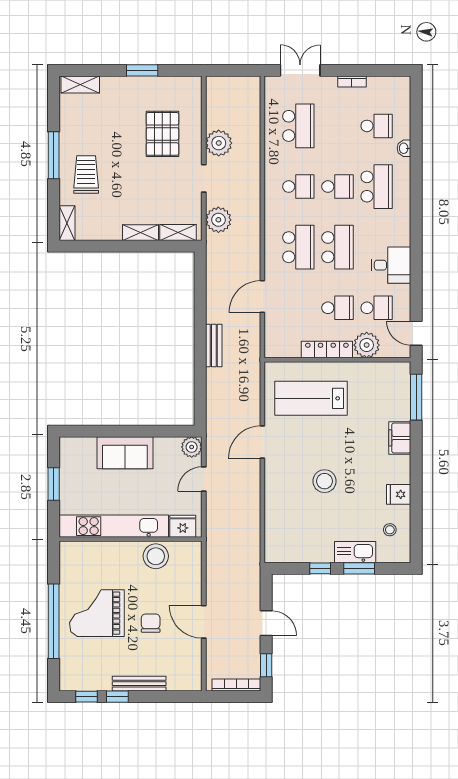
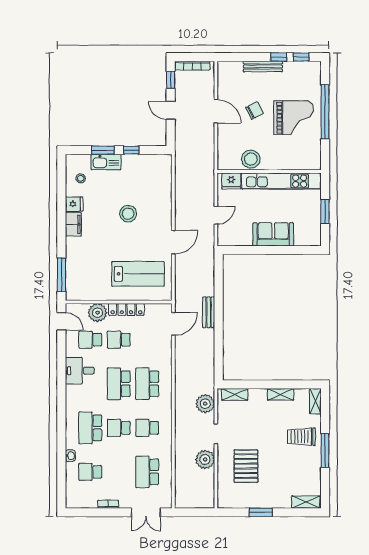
trolley: (86, 174) -> (301, 437), turned 90
shelving: (141, 233) -> (281, 394), moved
door: (262, 296) -> (173, 324), moved
filing cabinet: (400, 438) -> (73, 224), moved
plant: (192, 447) -> (225, 239), removed
chair: (151, 623) -> (255, 110), turned -117

